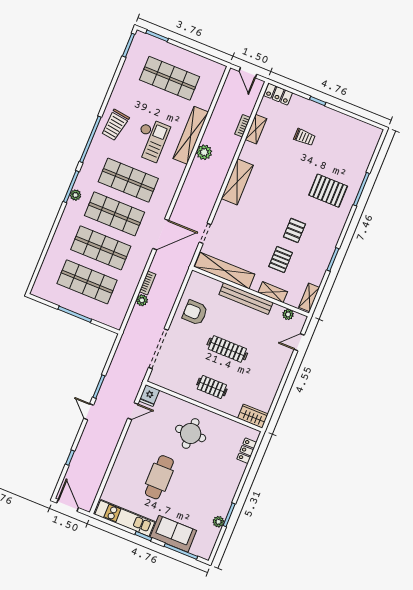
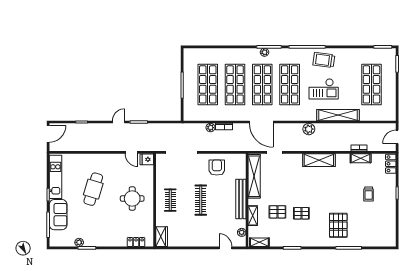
plant: (204, 152) -> (309, 129), moved
cafe table: (159, 477) -> (93, 189), turned -73

